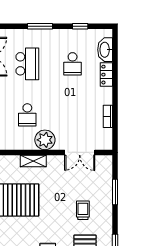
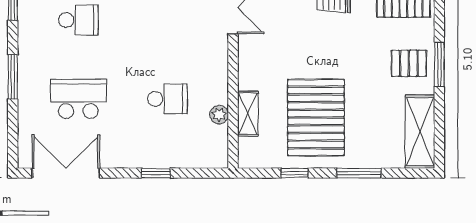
plant: (45, 140) -> (219, 115), moved, width x0.53, depth x0.53
shelving: (33, 161) -> (248, 114), moved

